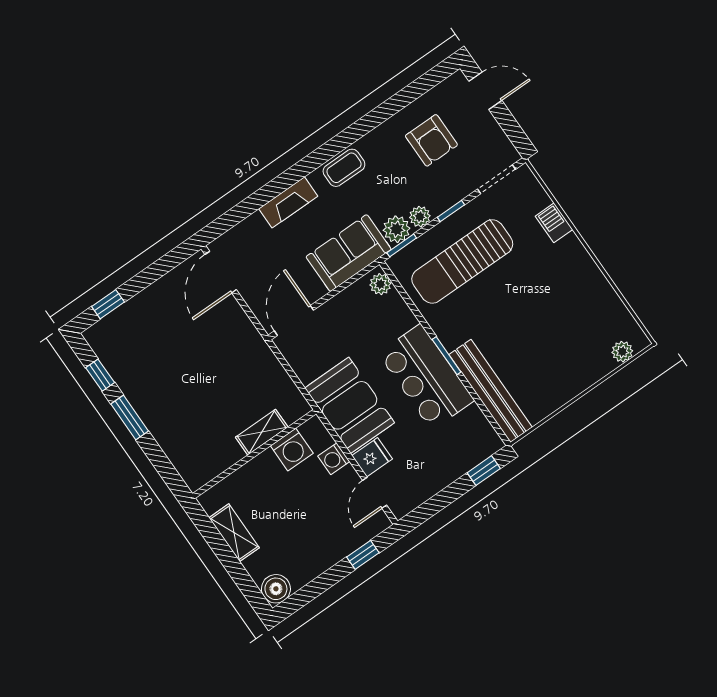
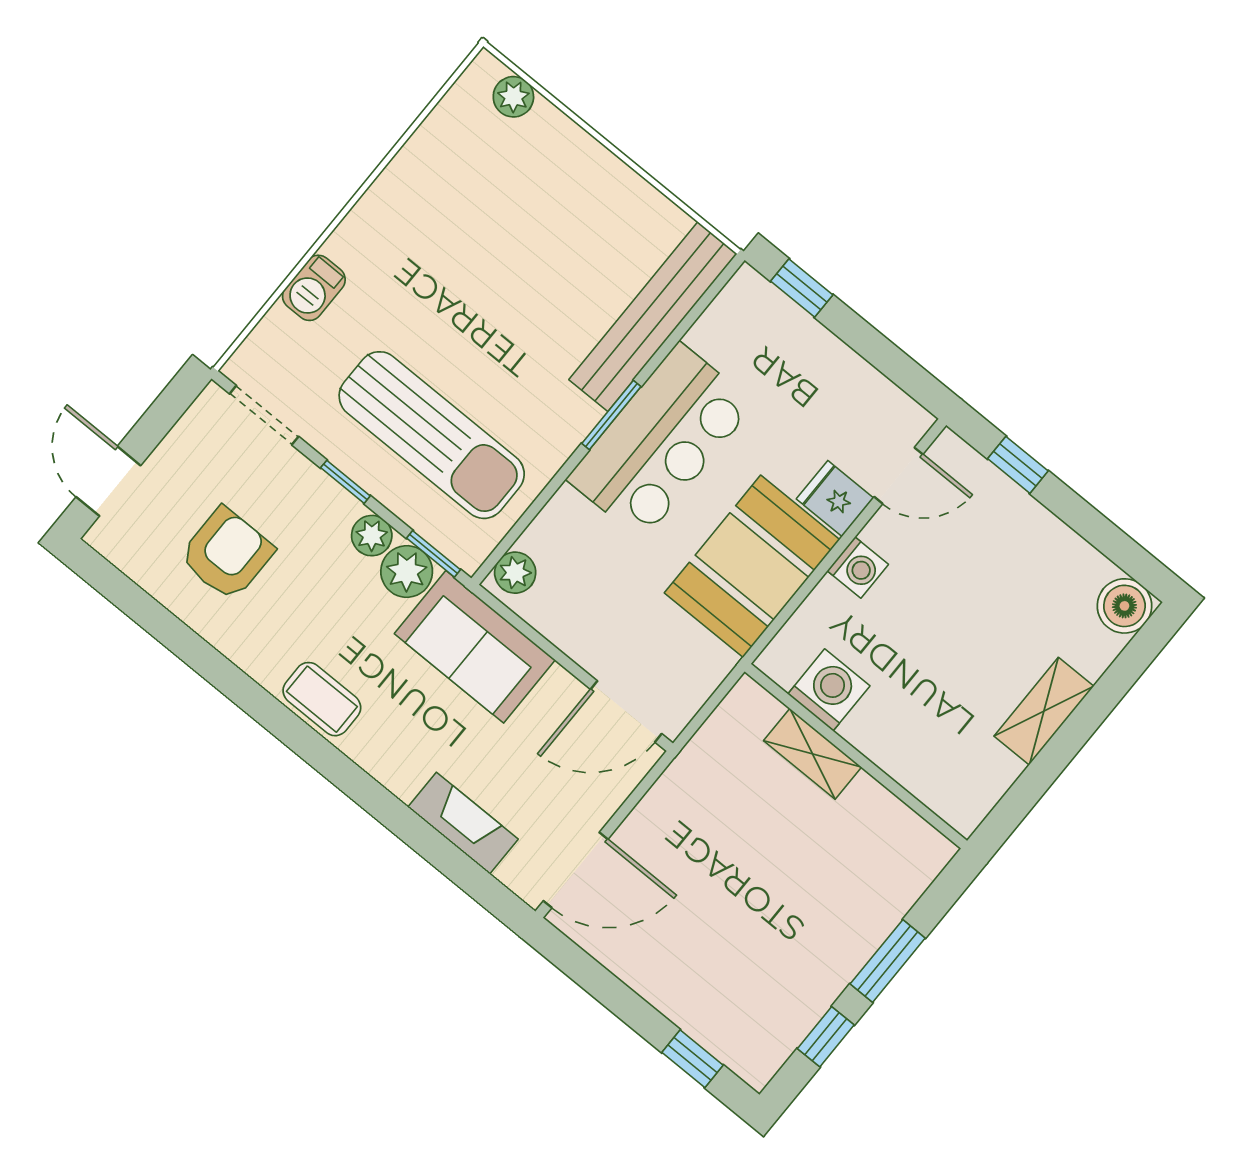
fireplace: (288, 202) -> (463, 823), moved
shelving: (262, 432) -> (813, 754), moved
washing machine: (292, 450) -> (829, 690), moved
wall: (254, 454) -> (856, 756), moved

